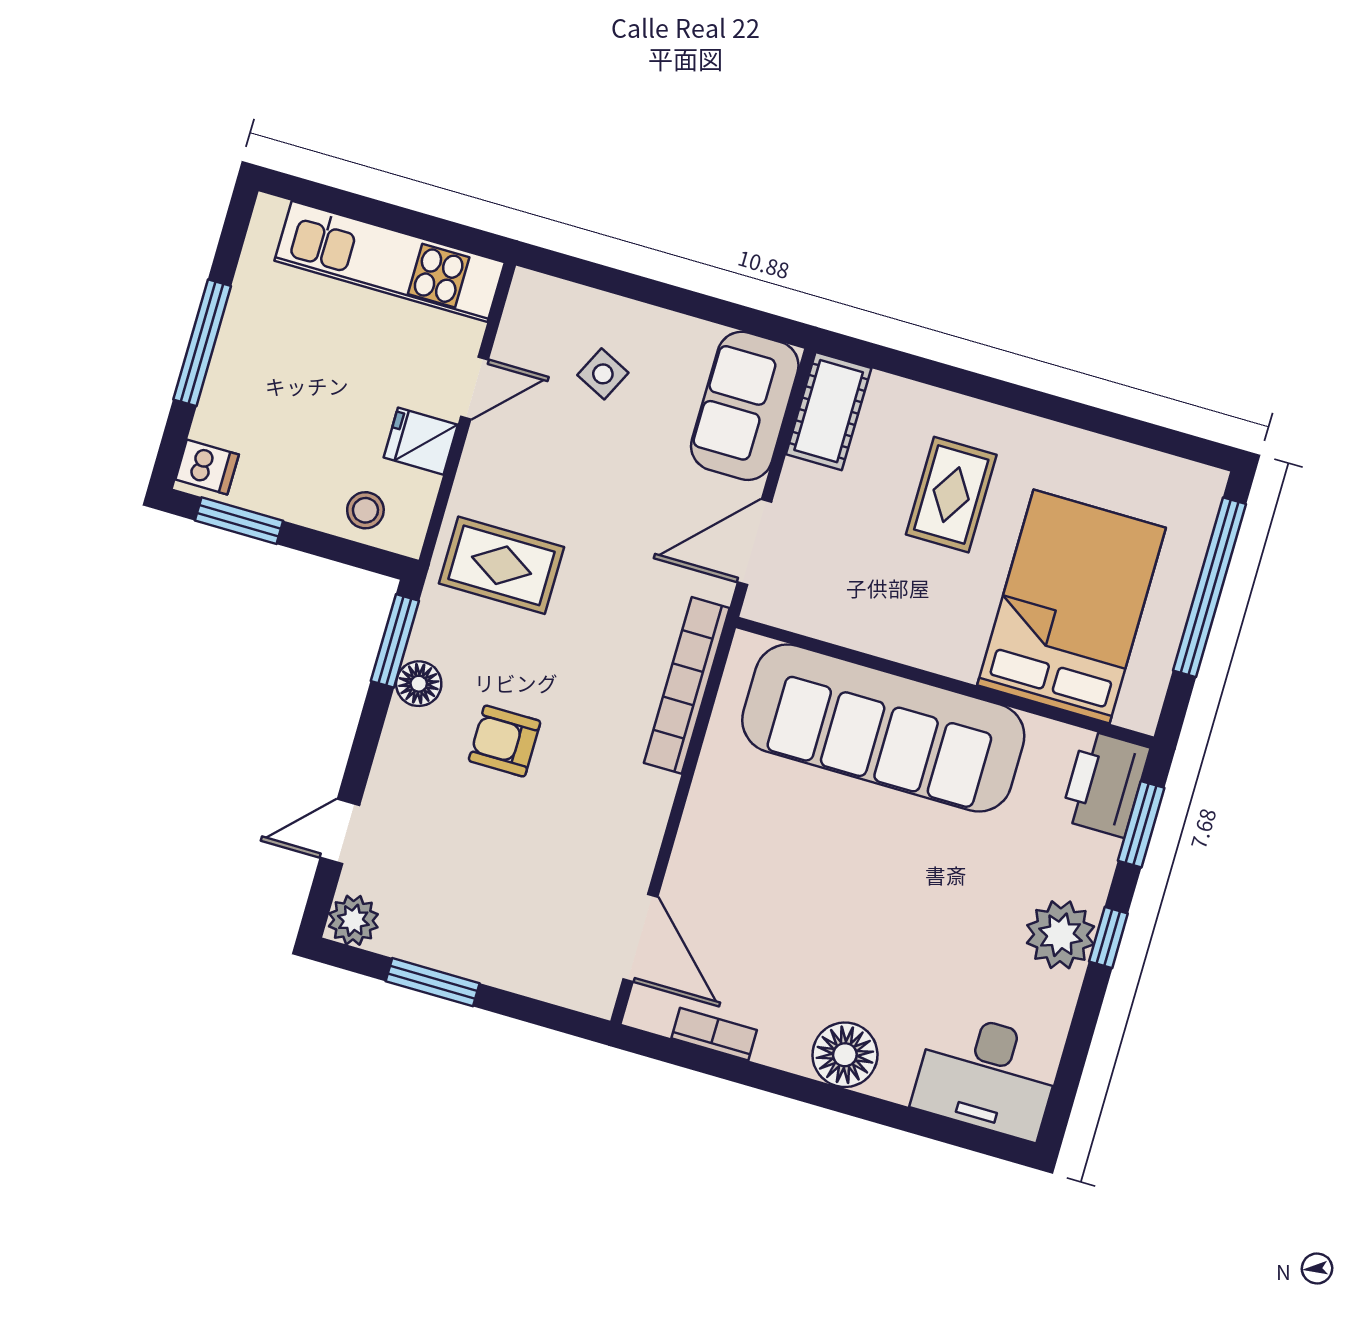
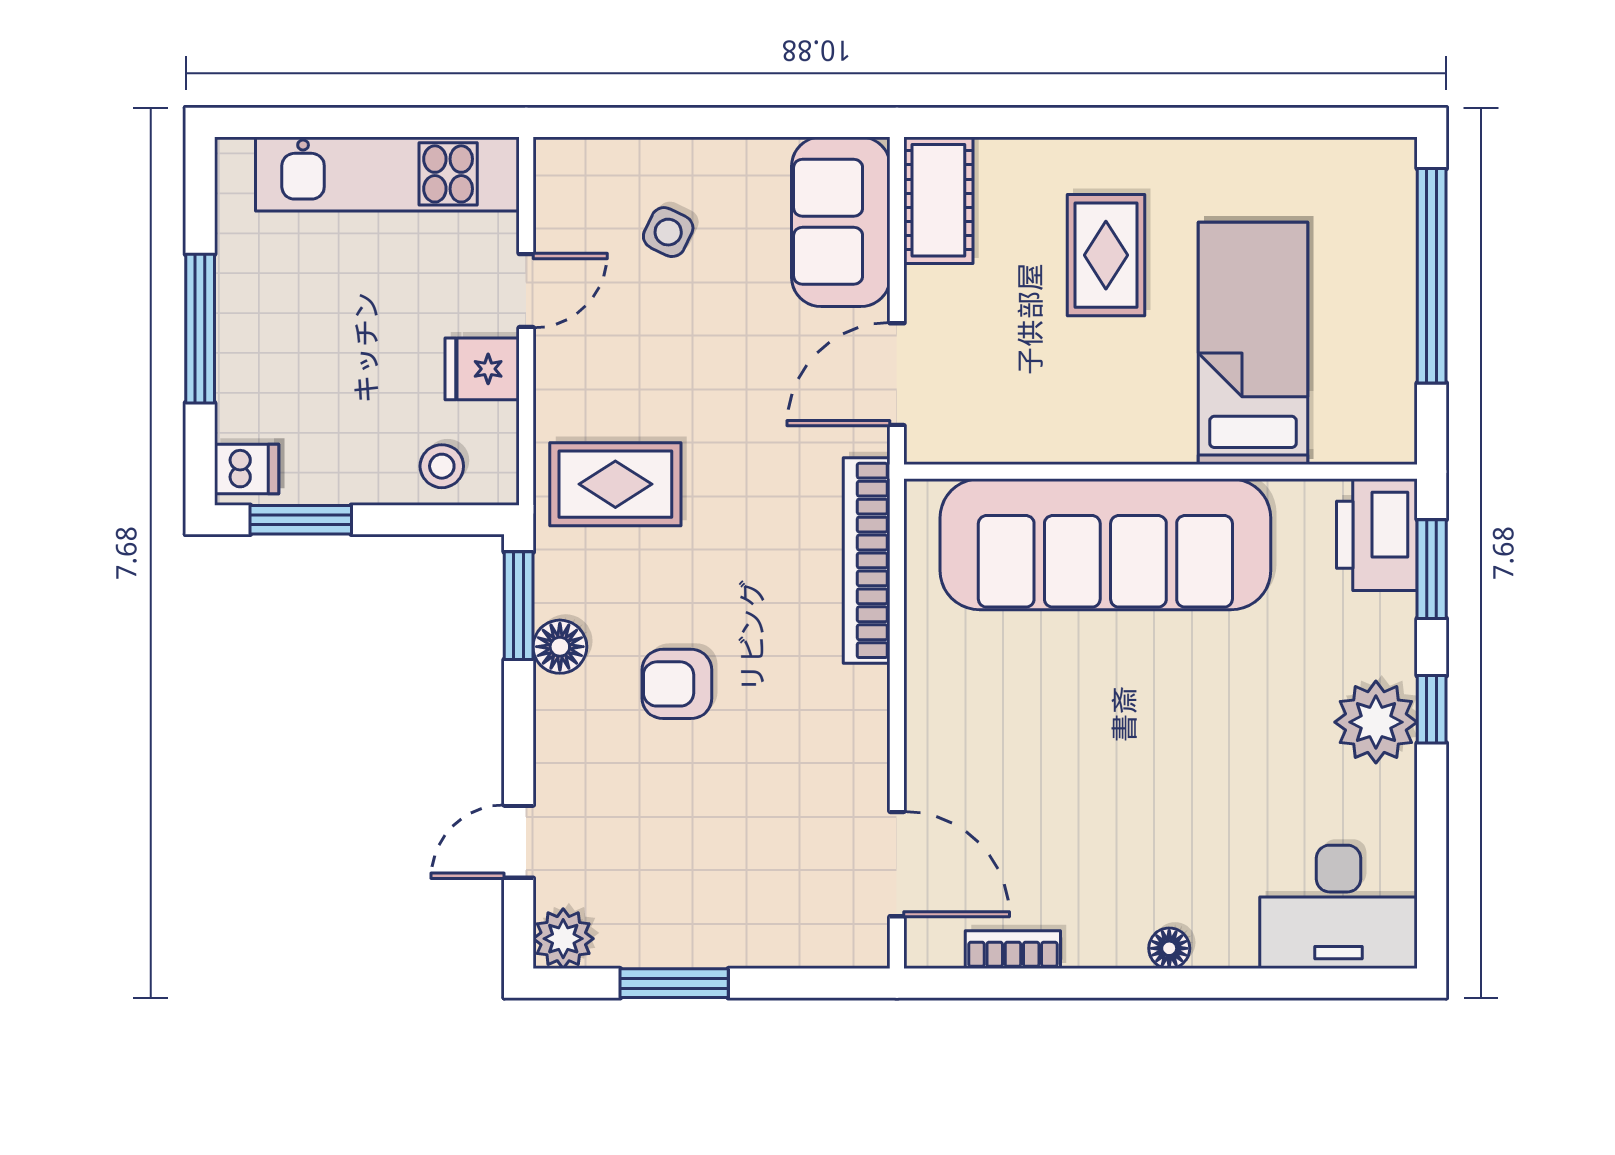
bed: (1071, 607) -> (1253, 343), width x0.67
floor lamp: (845, 1055) -> (1169, 948), width x0.53, depth x0.53

